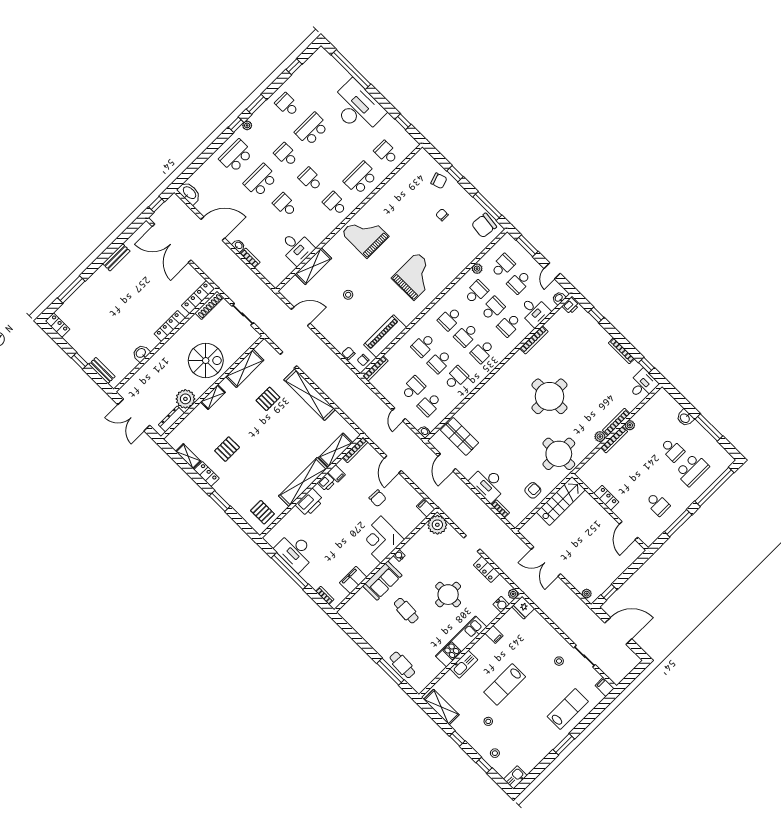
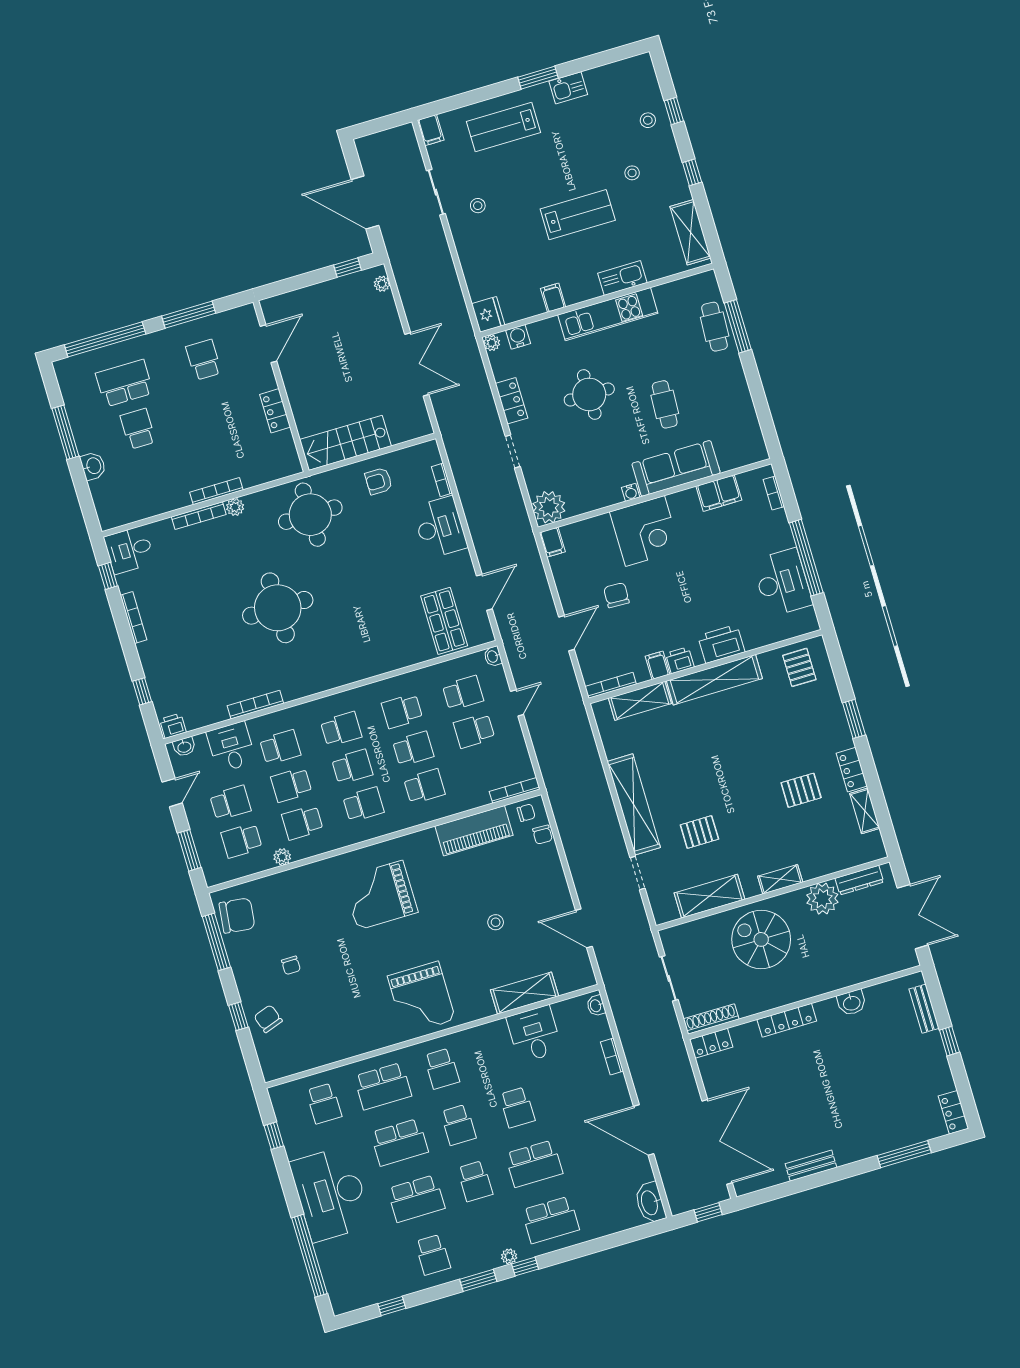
school desk: (336, 154) -> (399, 1142), added
washbasin: (238, 246) -> (596, 1006), moved
locker: (198, 297) -> (711, 1043), width x0.66
plant: (630, 425) -> (181, 500), removed
sofa: (382, 581) -> (676, 468), width x1.36
kitchen sink: (515, 777) -> (568, 88), moved

